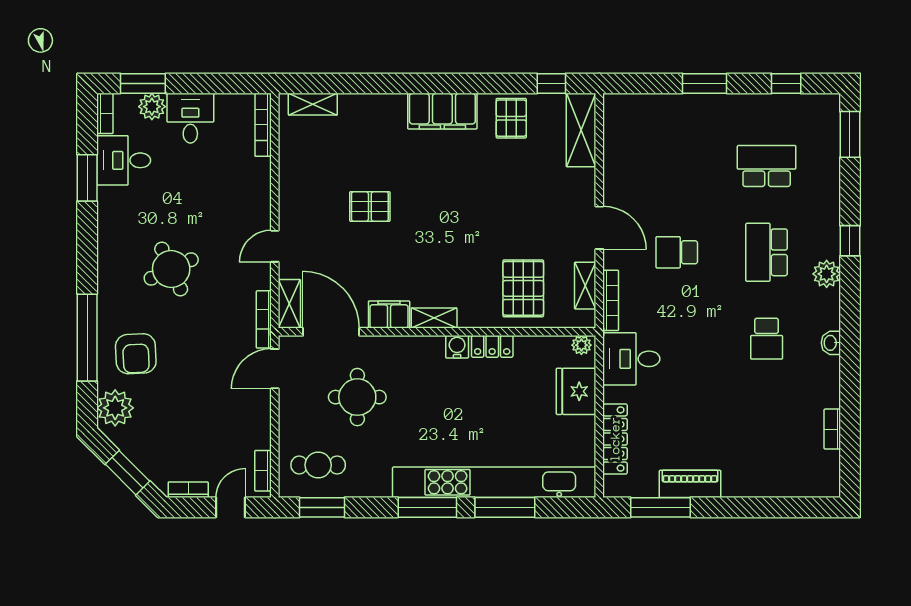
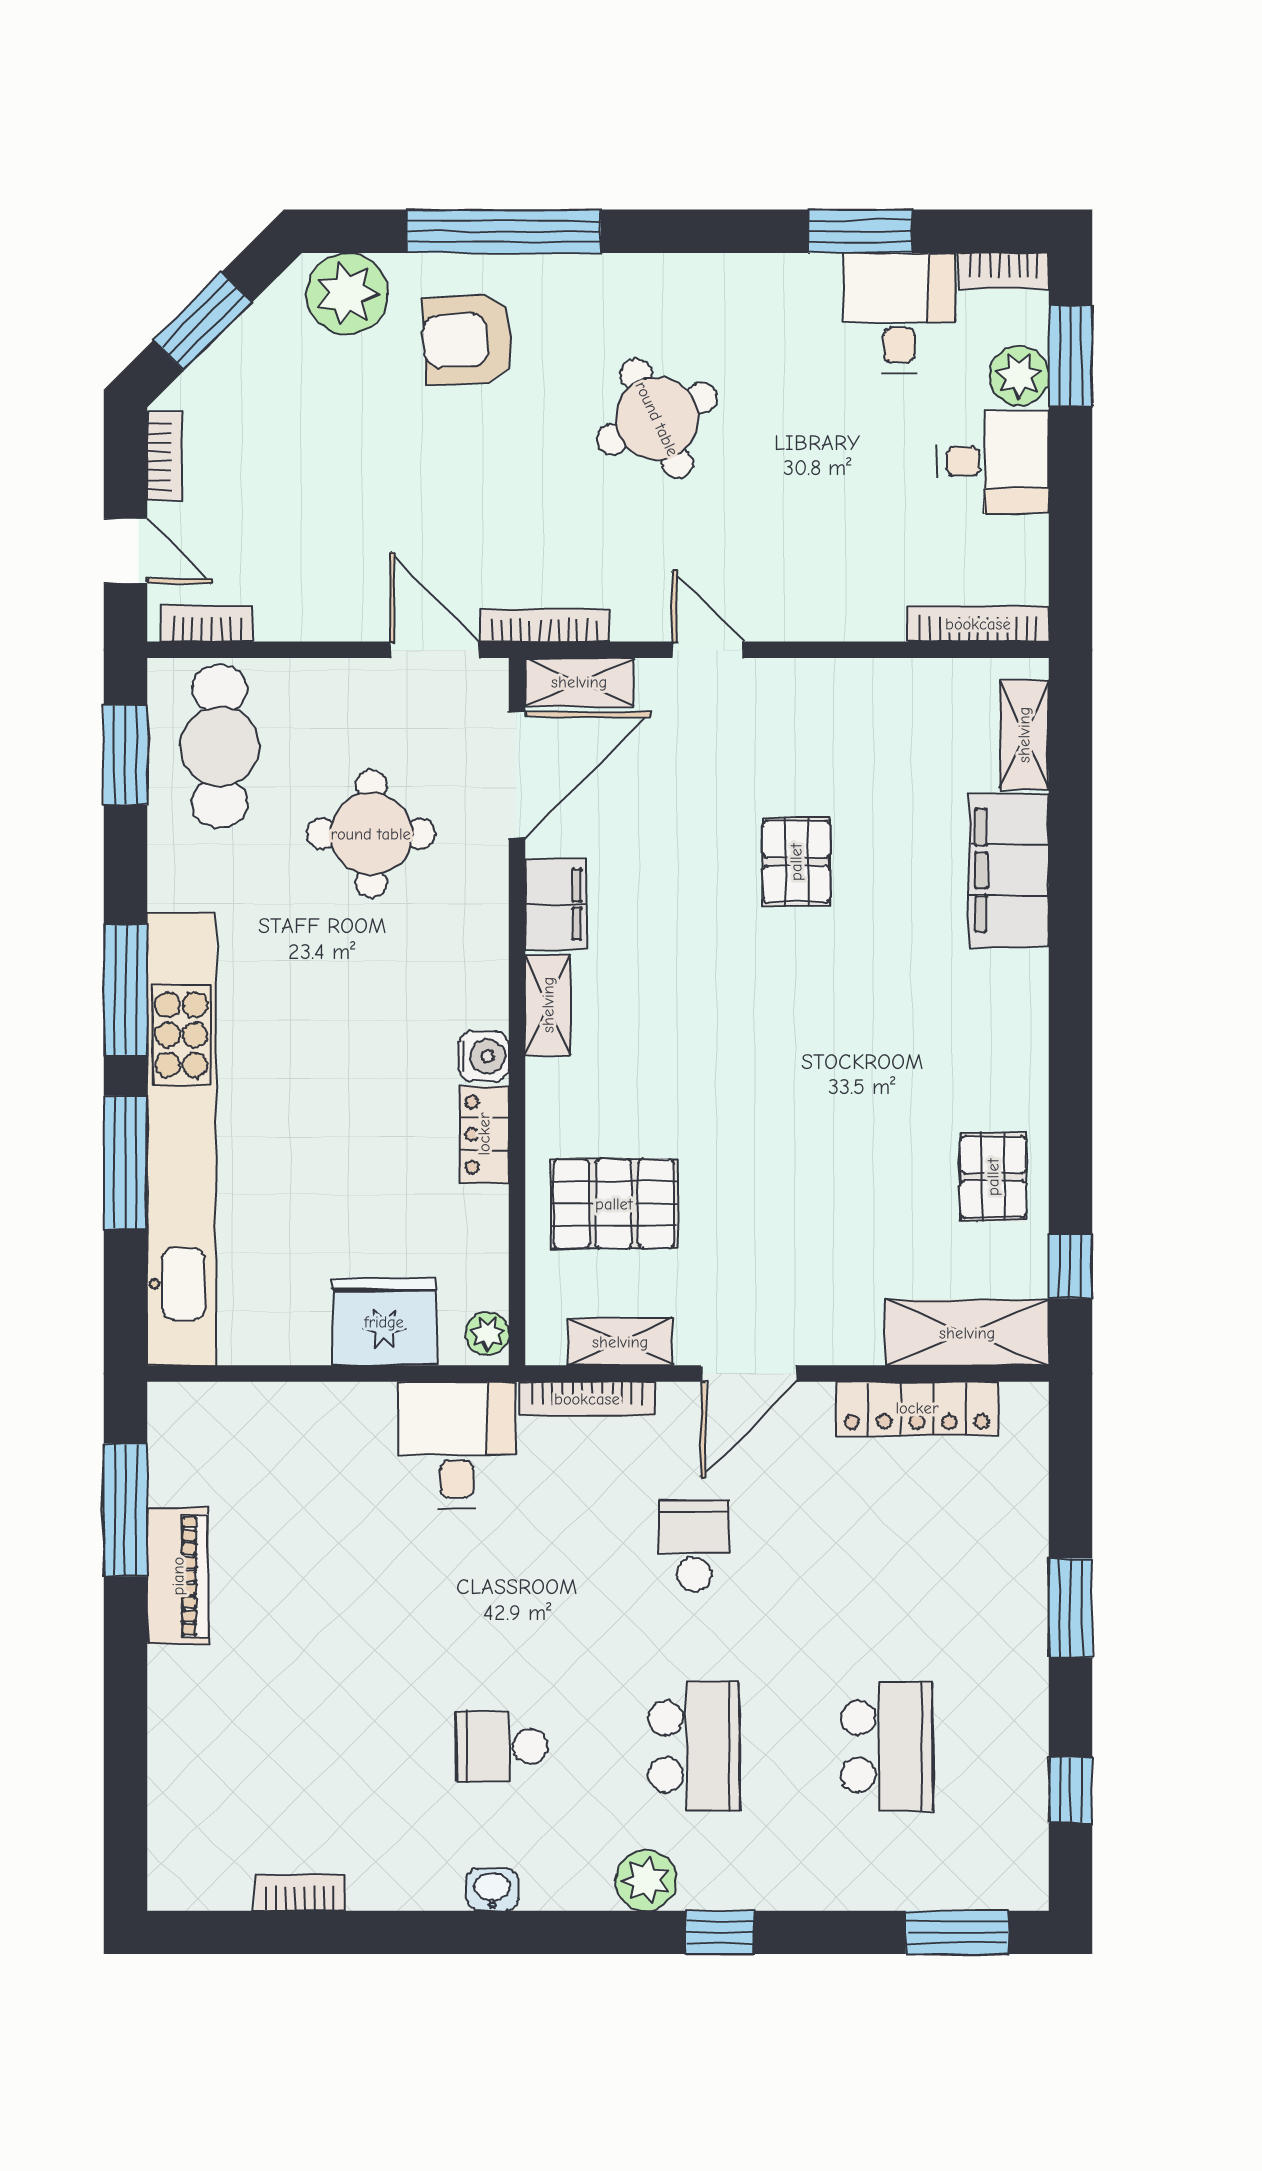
filing cabinet: (442, 111) -> (1009, 870), moved
pallet: (511, 118) -> (993, 1177), turned 90
school desk: (767, 252) -> (694, 1746), turned 90
locker: (615, 439) -> (917, 1408), moved
cafe table: (318, 465) -> (220, 746), width x1.37, depth x1.35

